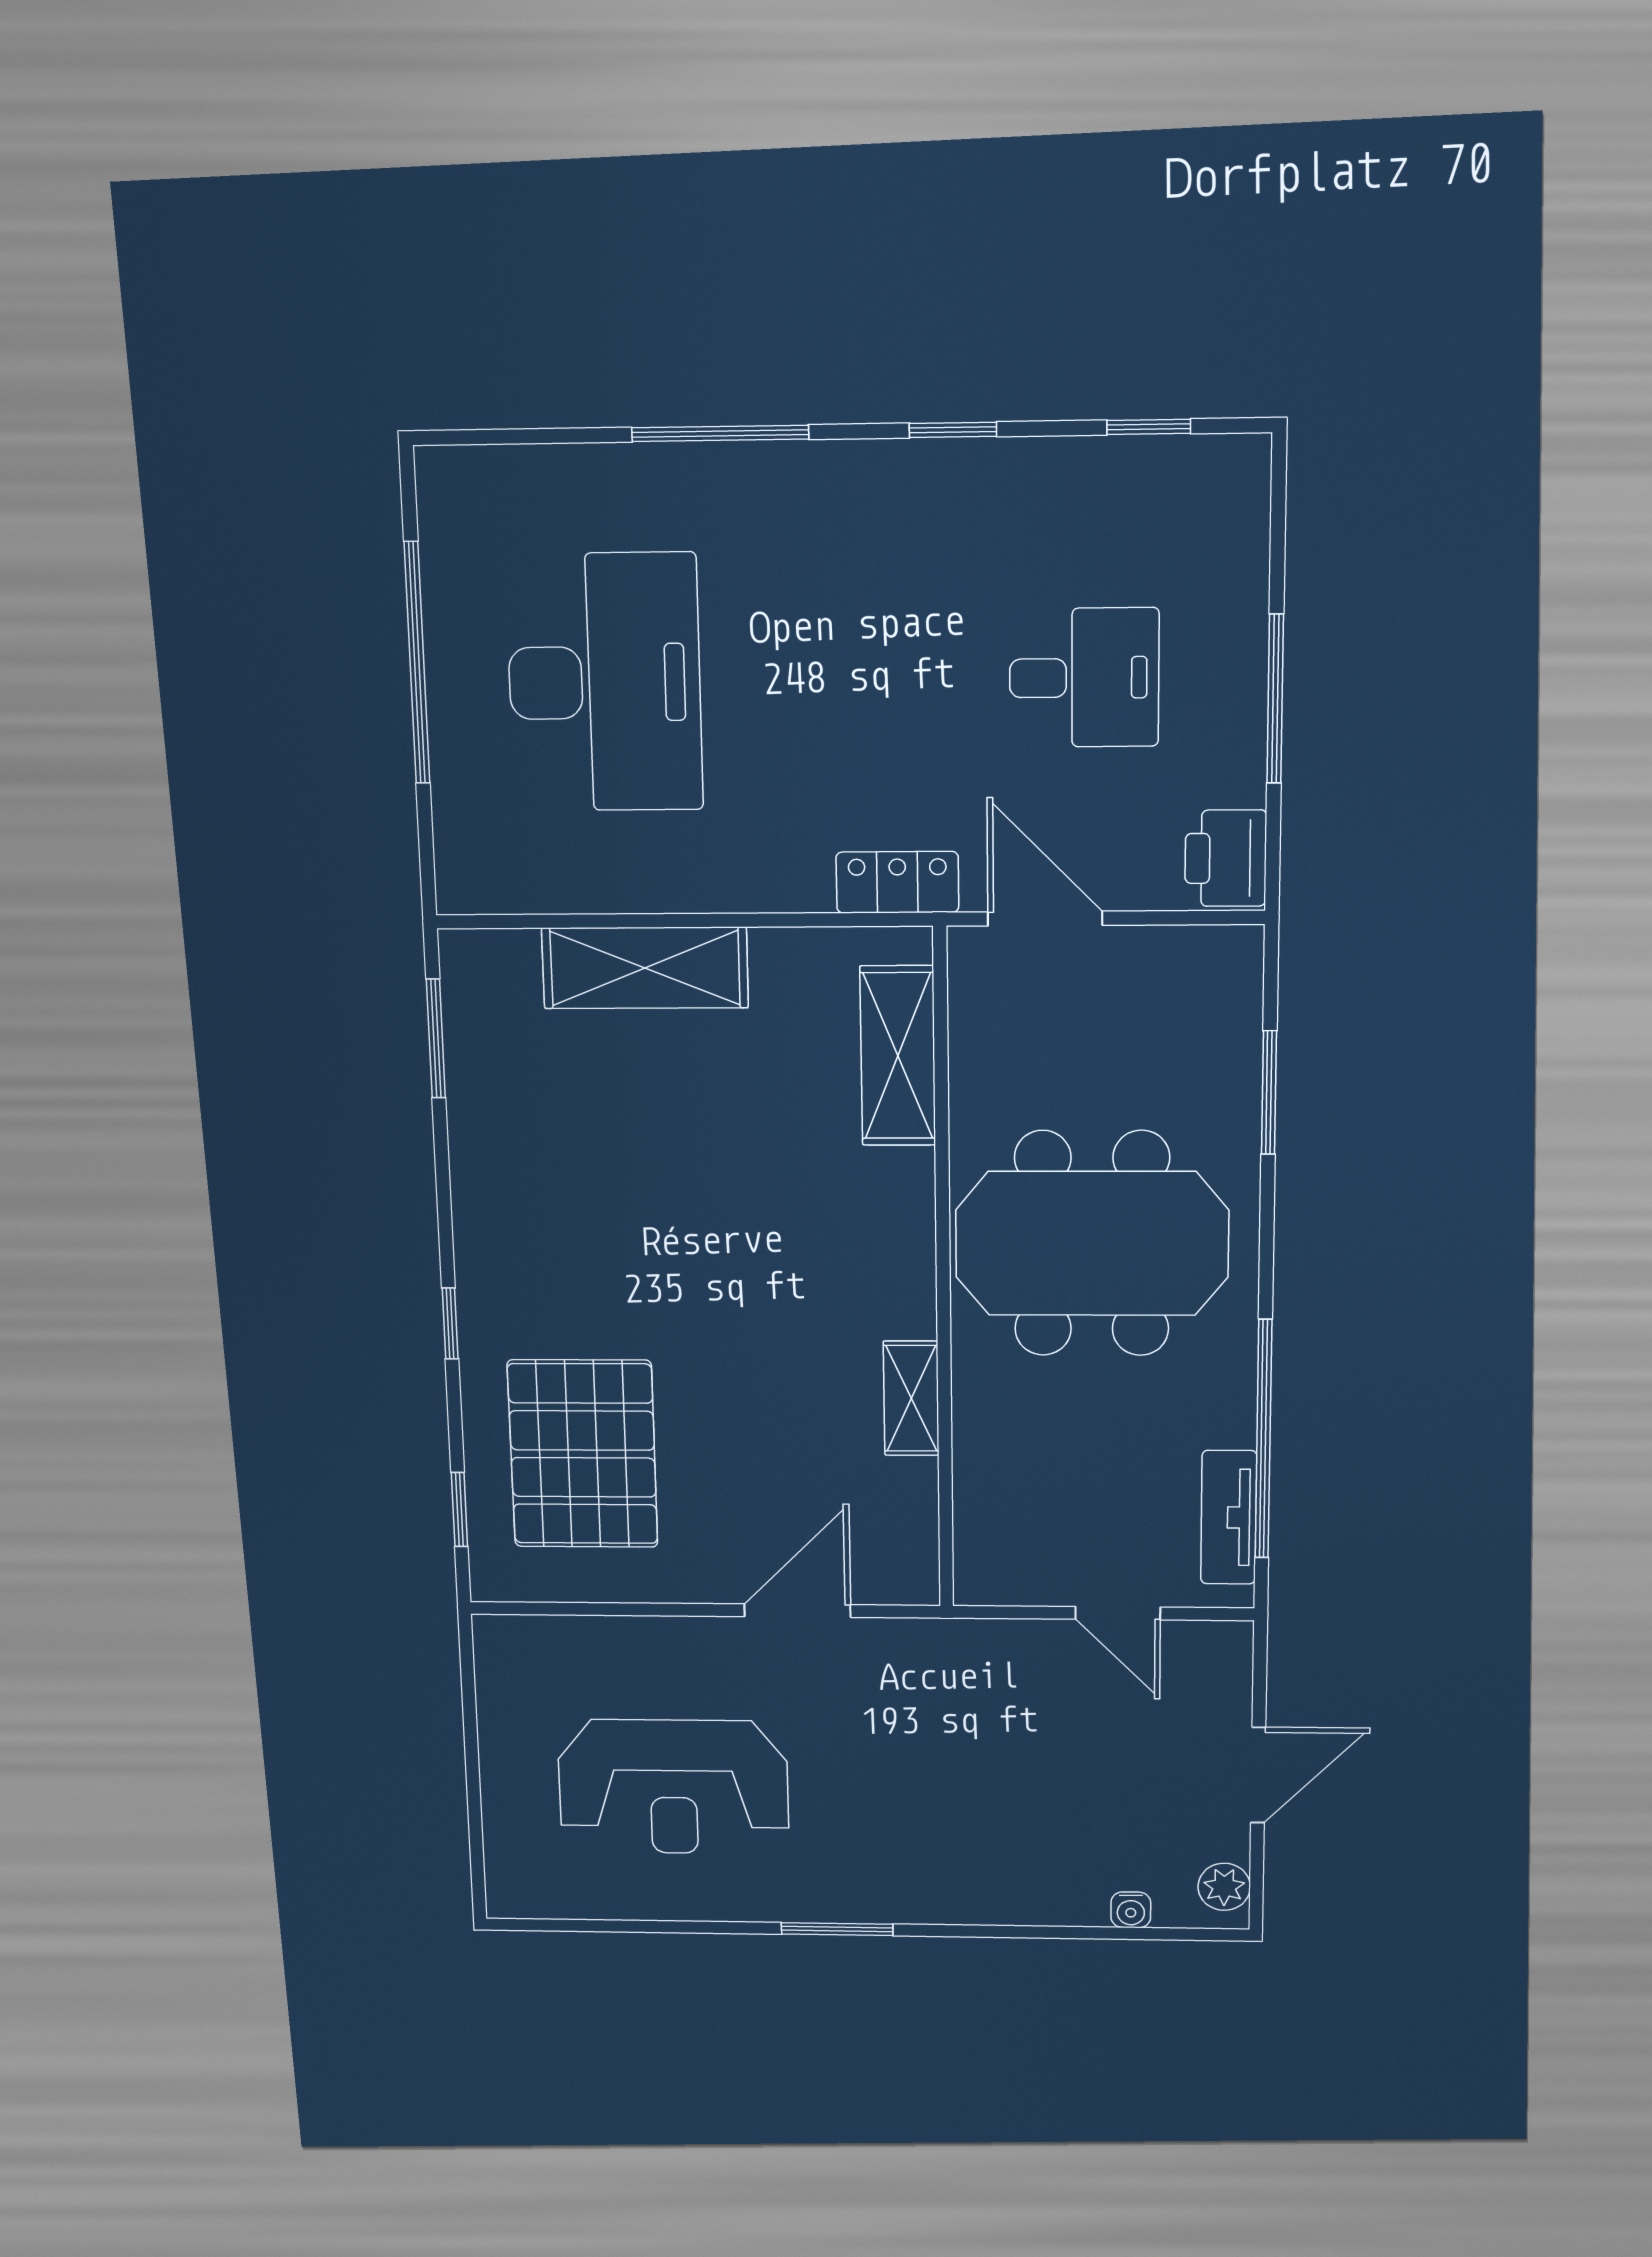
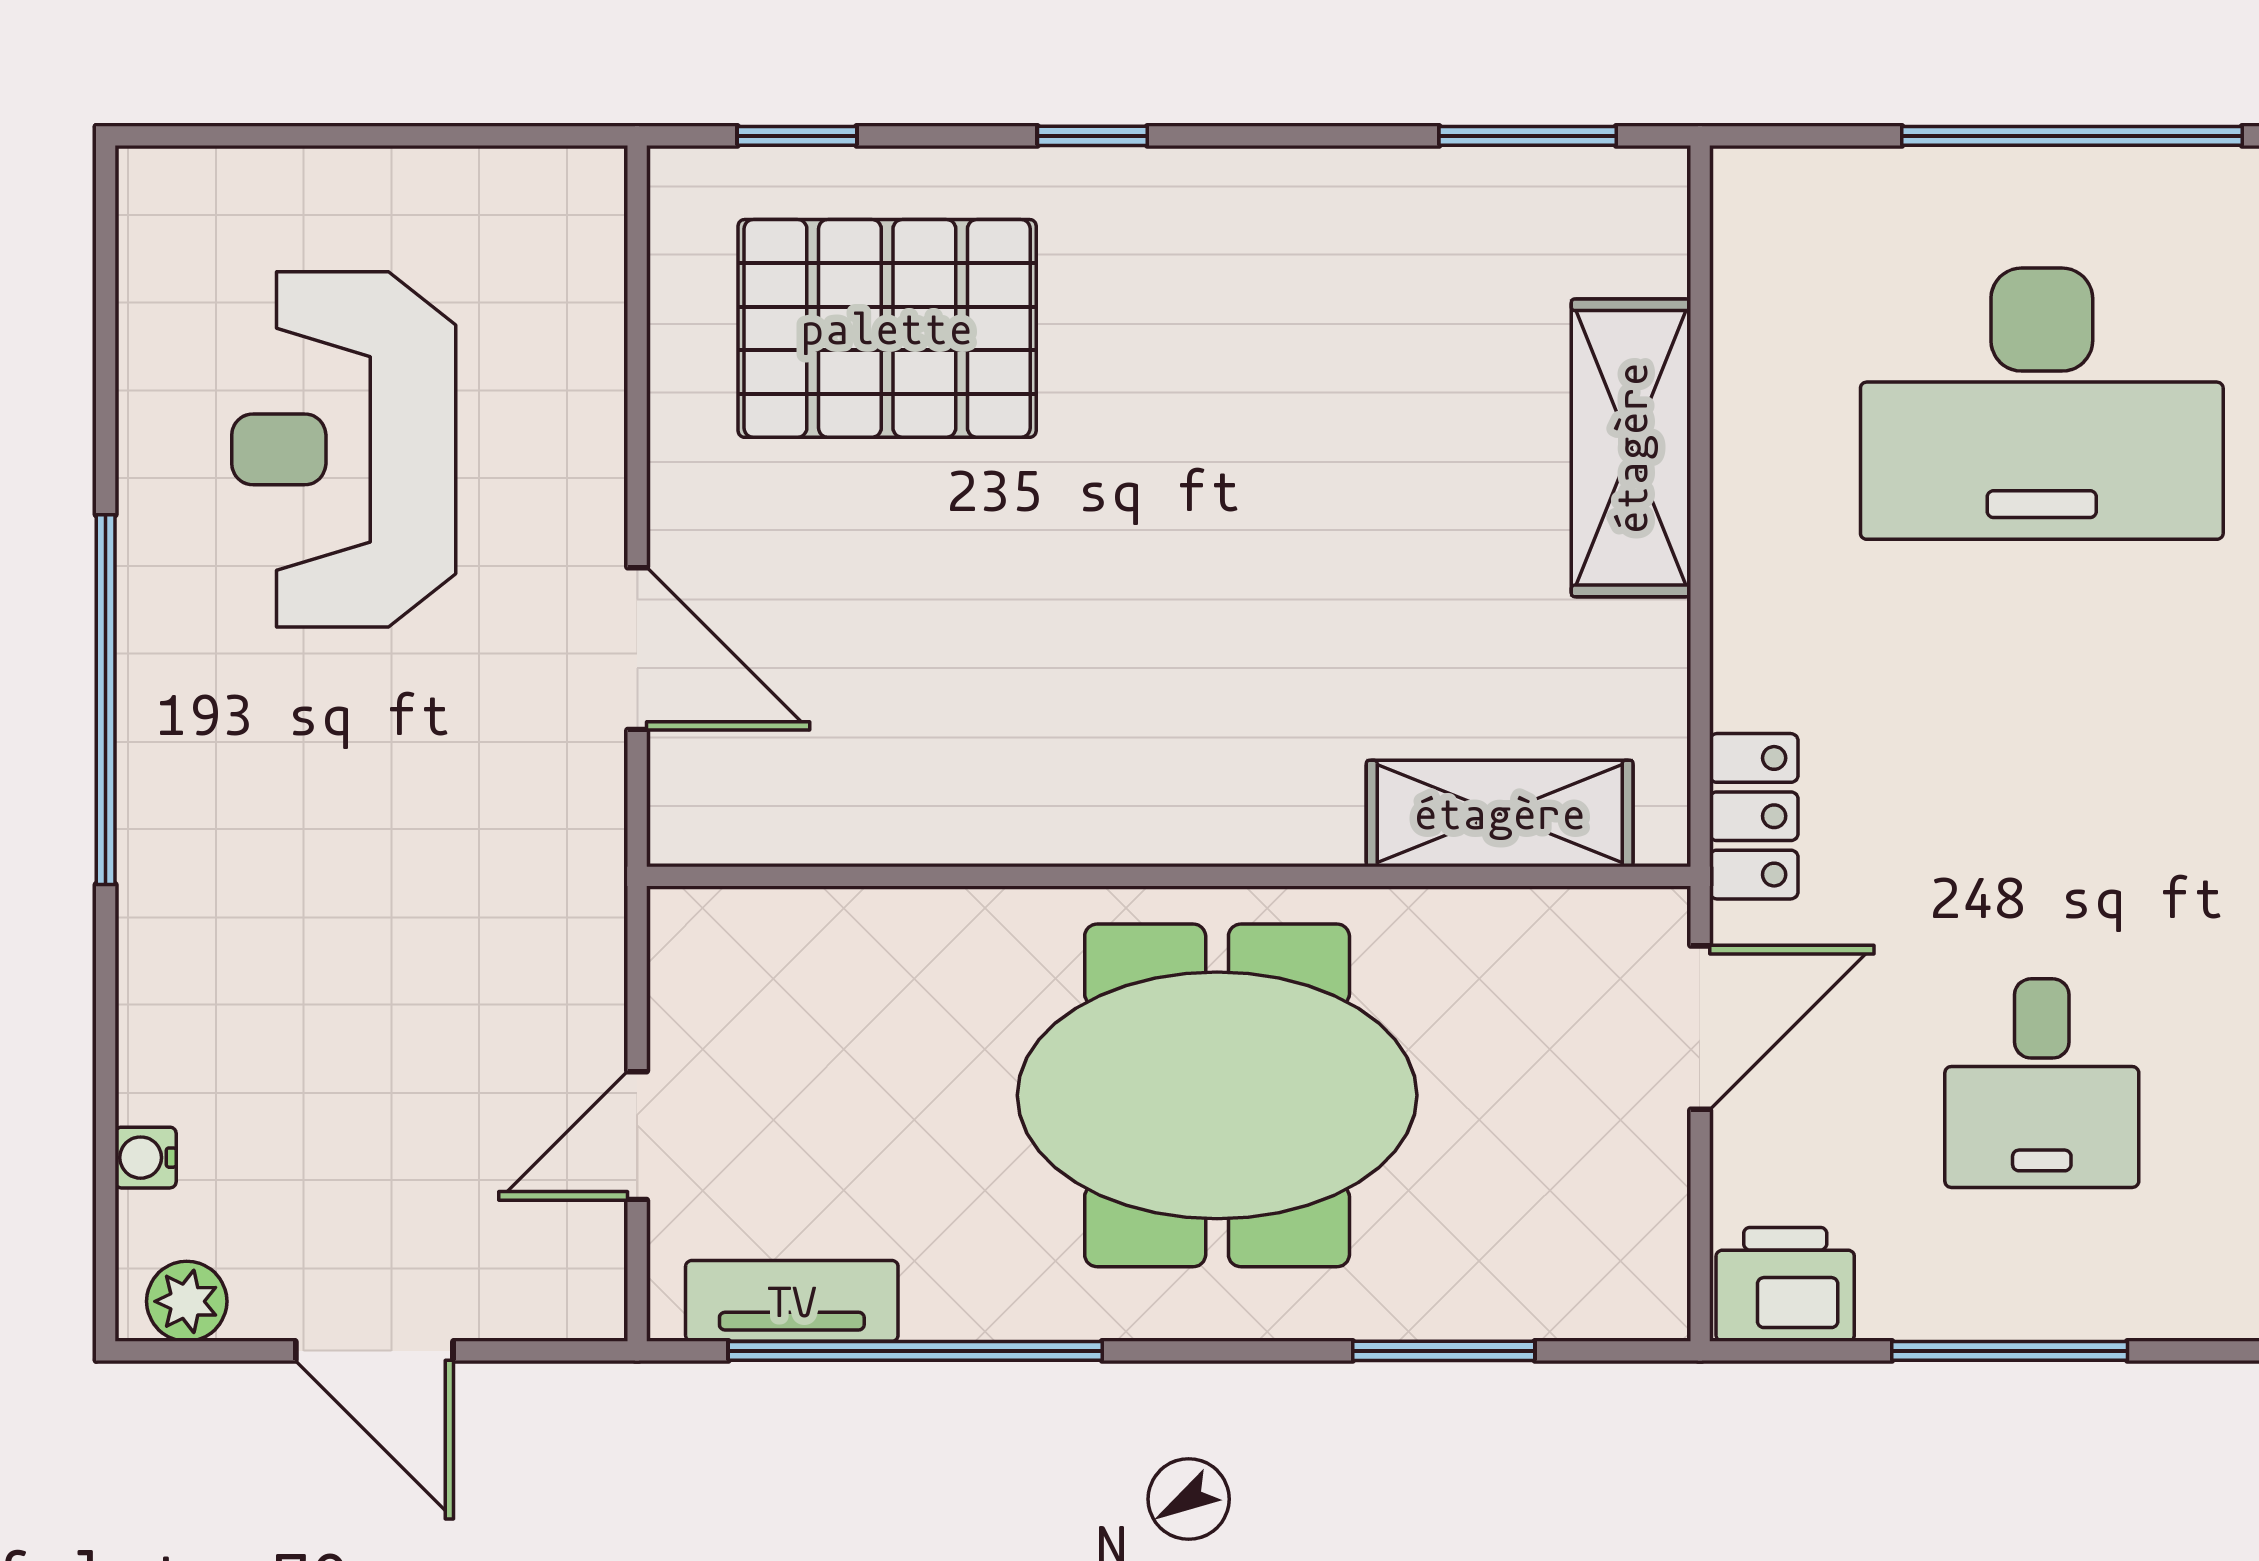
meeting table: (1092, 1244) -> (1217, 1095), turned 90
shelving: (911, 1398) -> (977, 826), removed
window: (837, 1929) -> (106, 700), width x2.11

